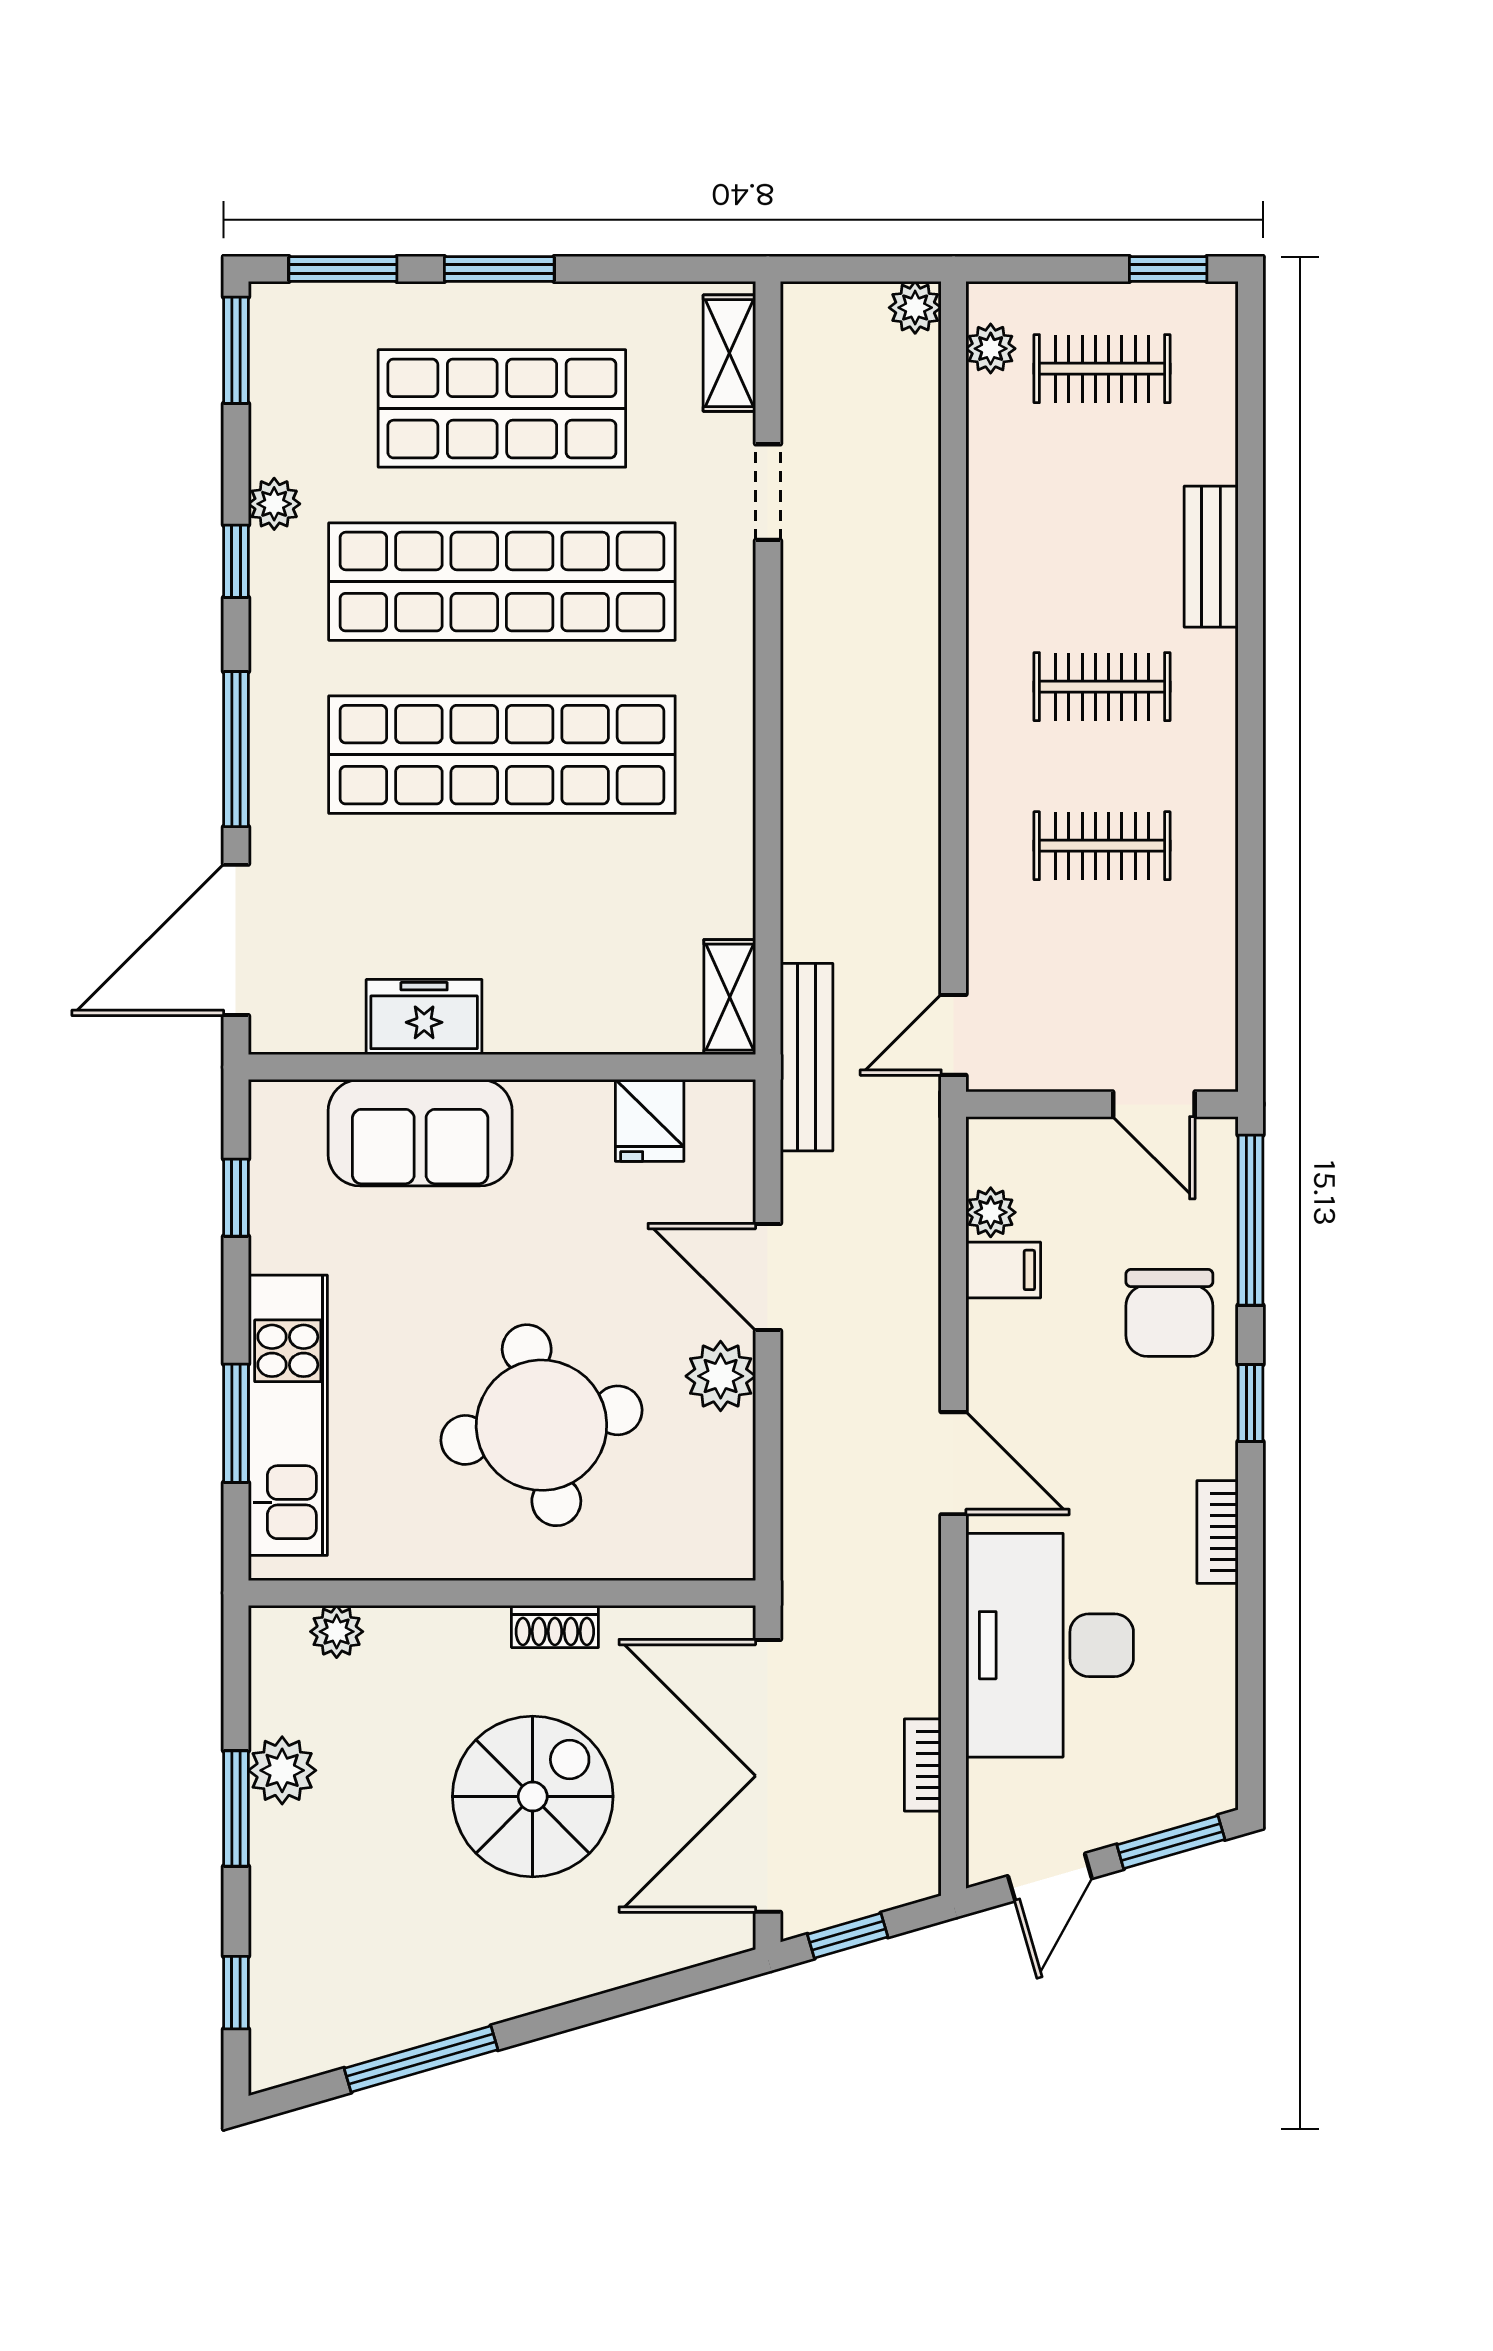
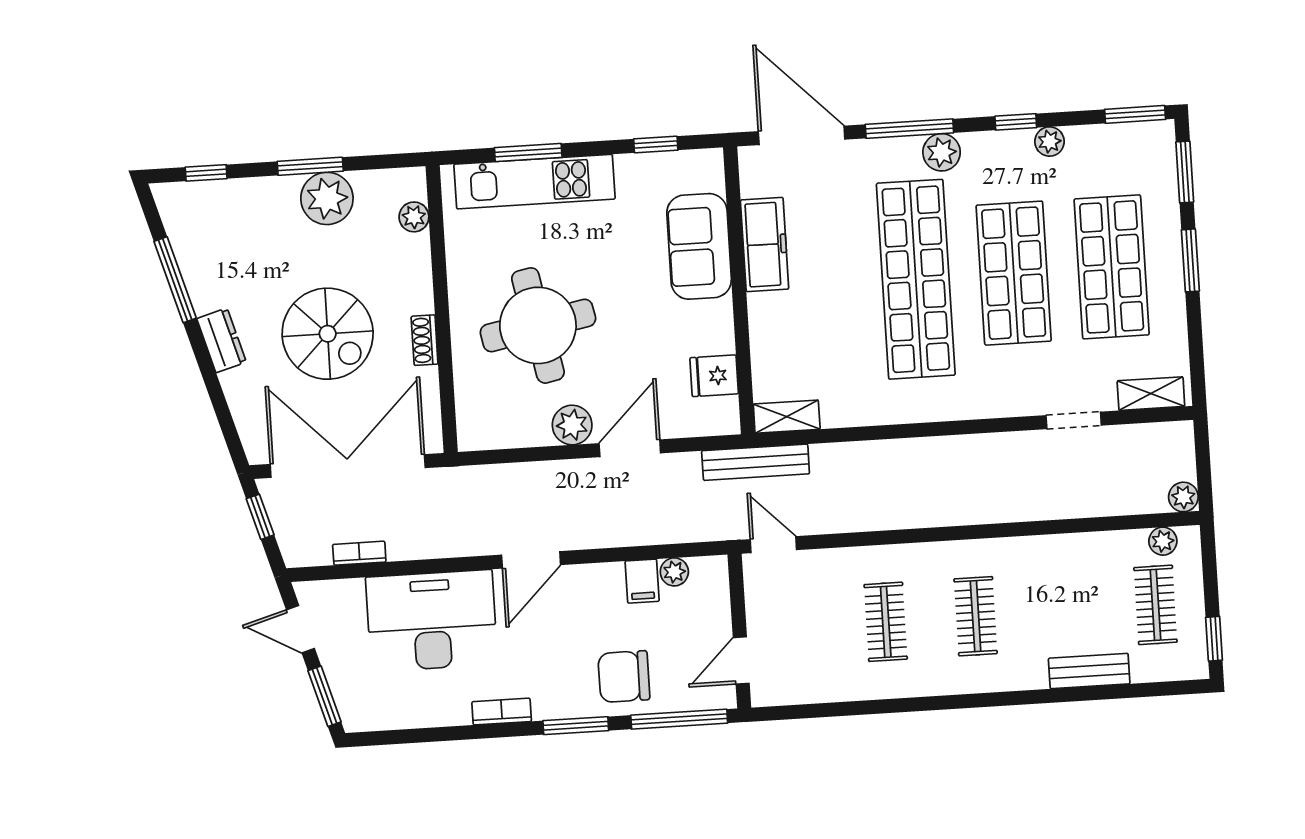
bench: (1211, 557) -> (1089, 671), moved
shop shelf: (502, 582) -> (1014, 273), width x0.71
plant: (281, 695) -> (942, 152), added
freezer: (424, 1017) -> (765, 245), width x1.40
window: (1250, 1403) -> (576, 726), width x1.50
plant: (282, 1770) -> (327, 198), width x1.36, depth x1.36
dresser: (533, 1984) -> (222, 340), added

